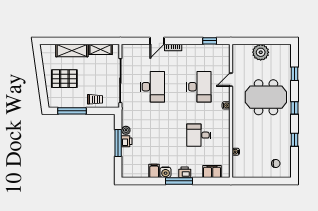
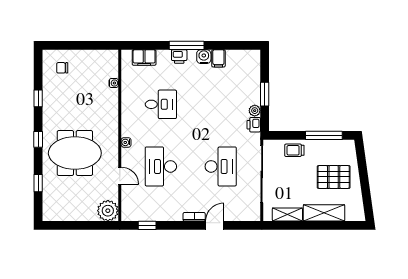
plant: (261, 52) -> (108, 211), moved
door: (231, 80) -> (120, 176), hinge flipped
desk: (152, 87) -> (221, 166), turned 180
printer: (127, 141) -> (254, 125), moved
window: (118, 143) -> (265, 94), width x0.69

